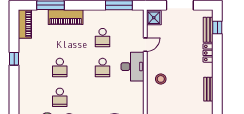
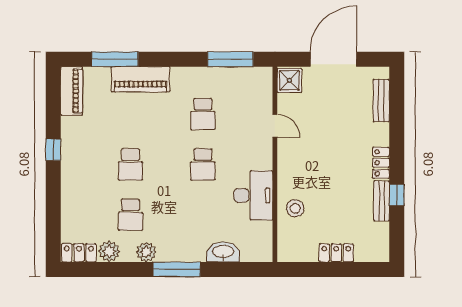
window: (217, 28) -> (397, 195), moved
door: (145, 45) -> (275, 126), hinge flipped
locker: (208, 53) -> (381, 163), moved
desk: (132, 67) -> (253, 195), moved
stool: (161, 79) -> (295, 208), moved

